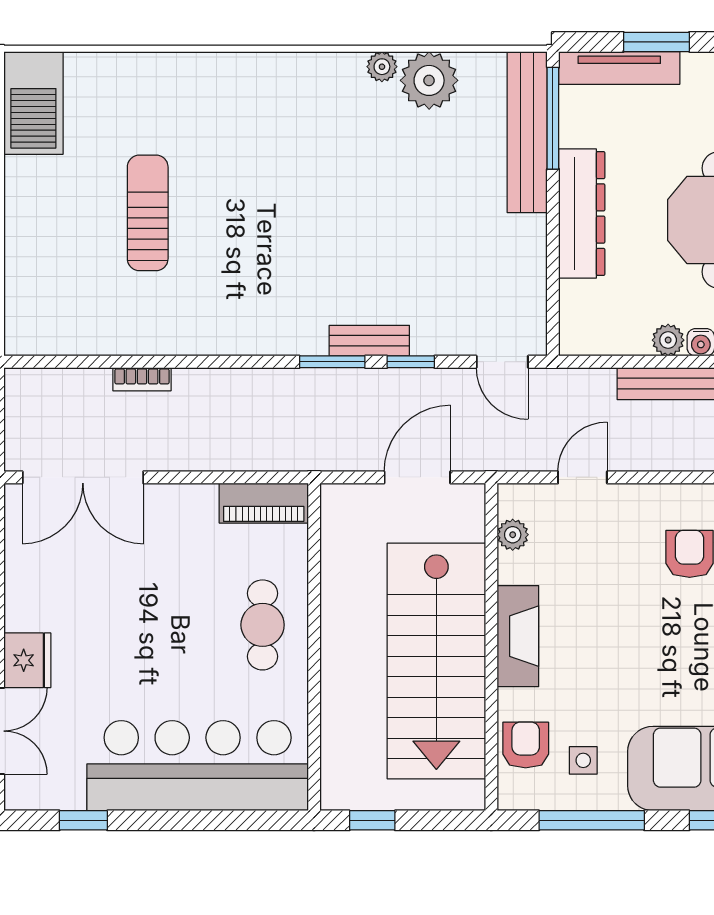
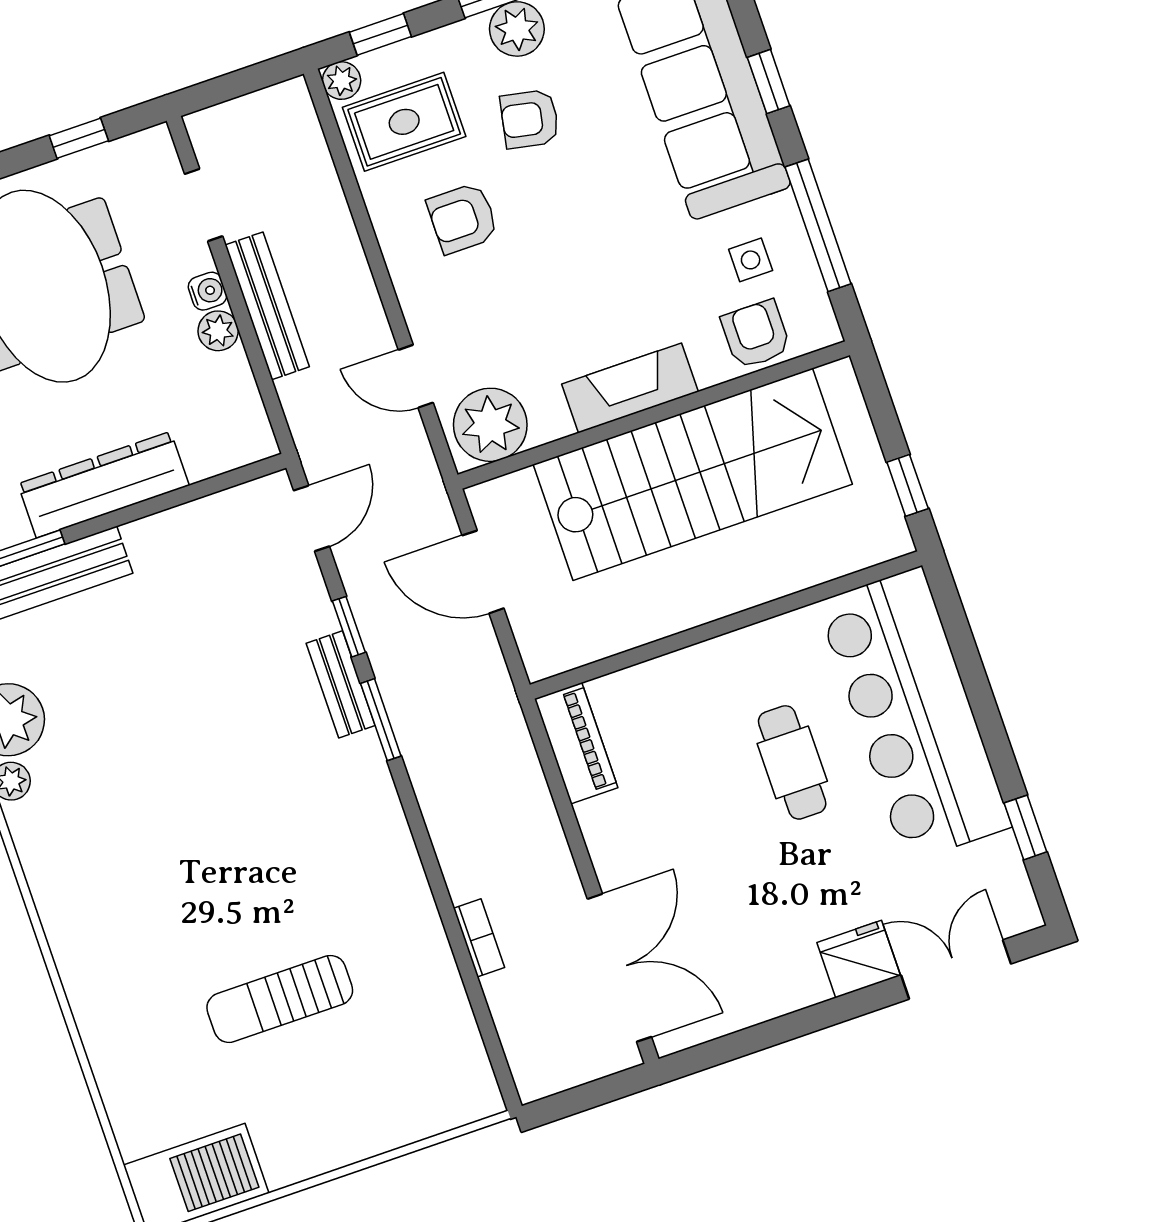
plant: (513, 535) -> (490, 425), width x1.88, depth x1.88
cafe table: (263, 625) -> (792, 762), moved, turned 90
armchair: (526, 745) -> (756, 334), turned 90

